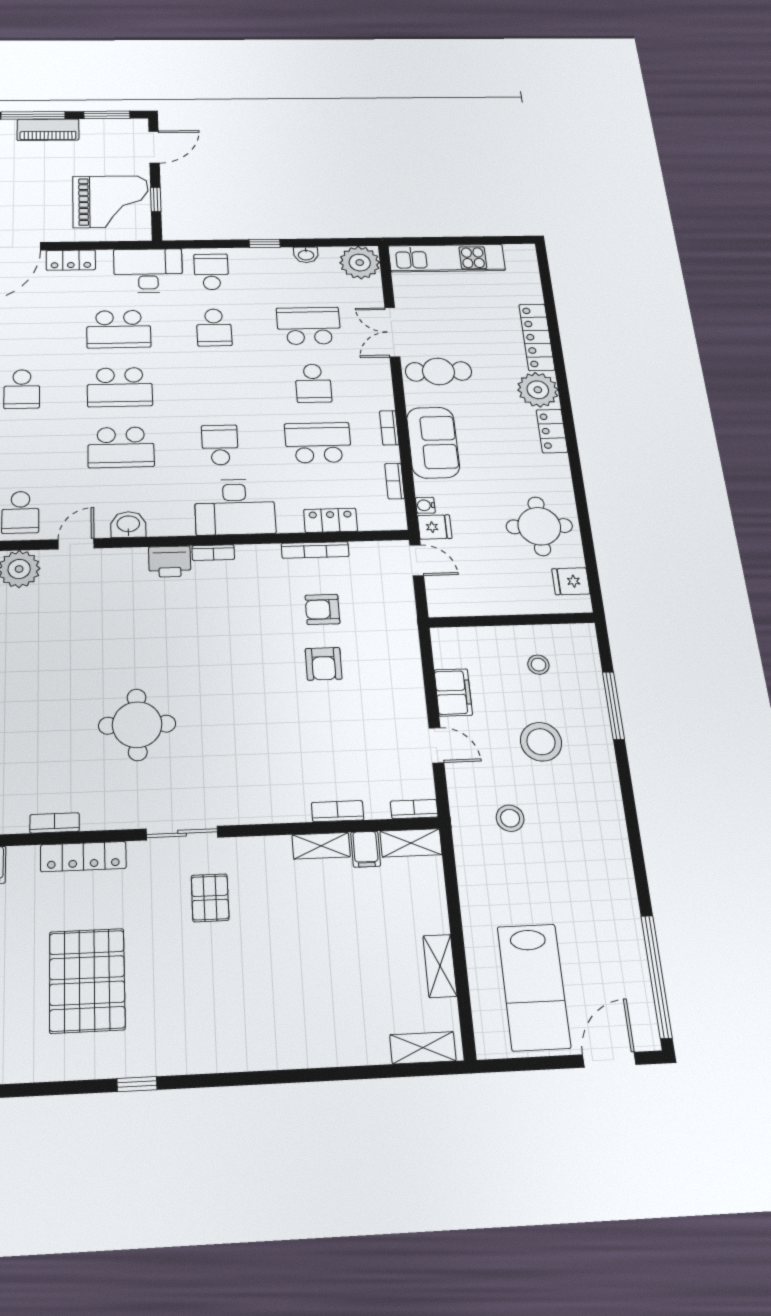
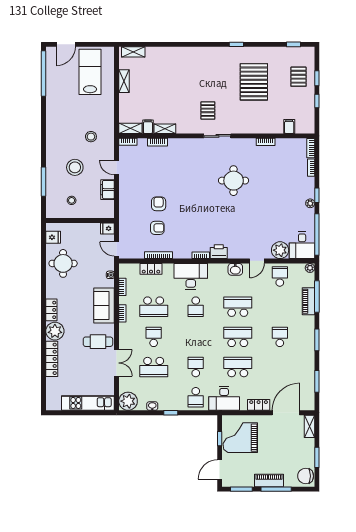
fridge: (435, 527) -> (107, 228), moved
locker: (83, 857) -> (255, 128), removed

